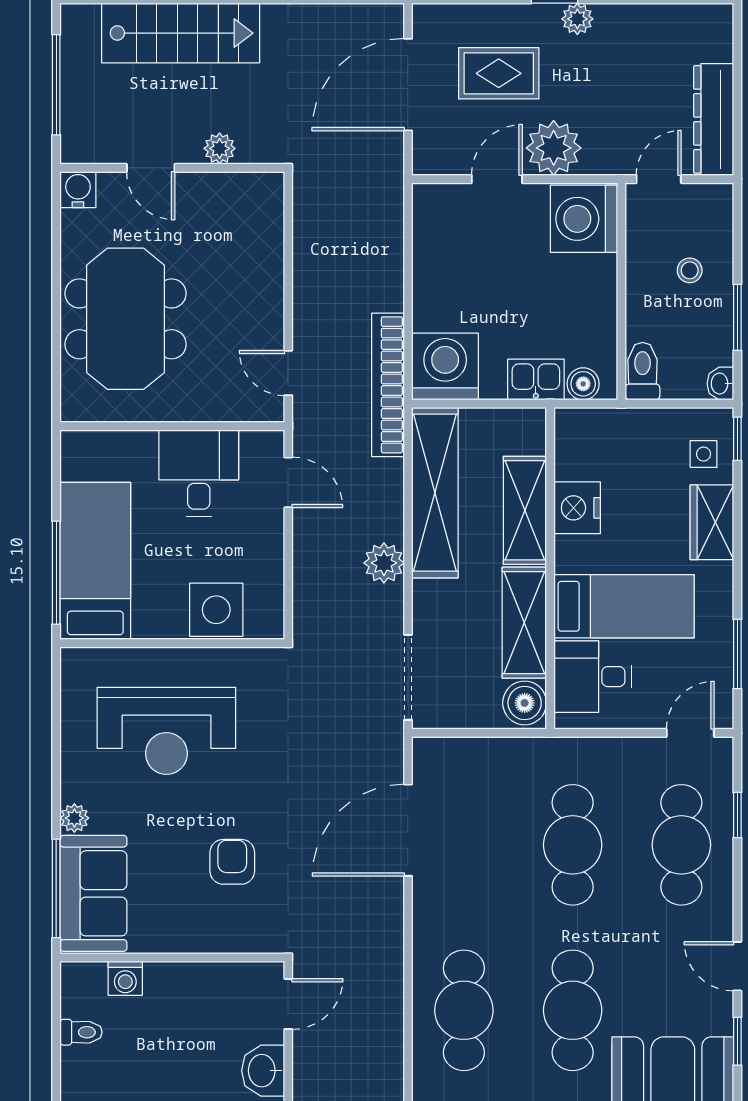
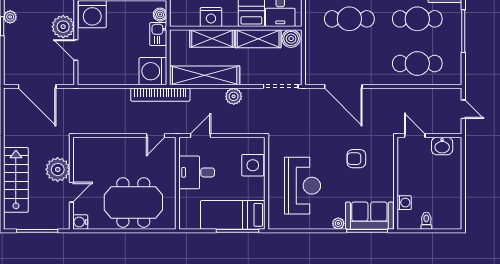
rug: (499, 73) -> (32, 49), removed
plant: (220, 148) -> (58, 169), width x1.87, depth x1.87

